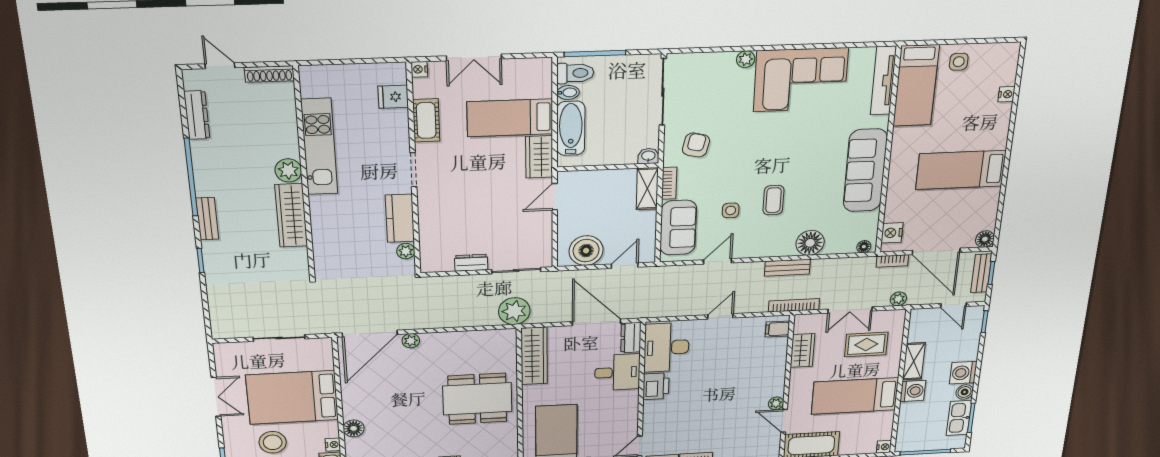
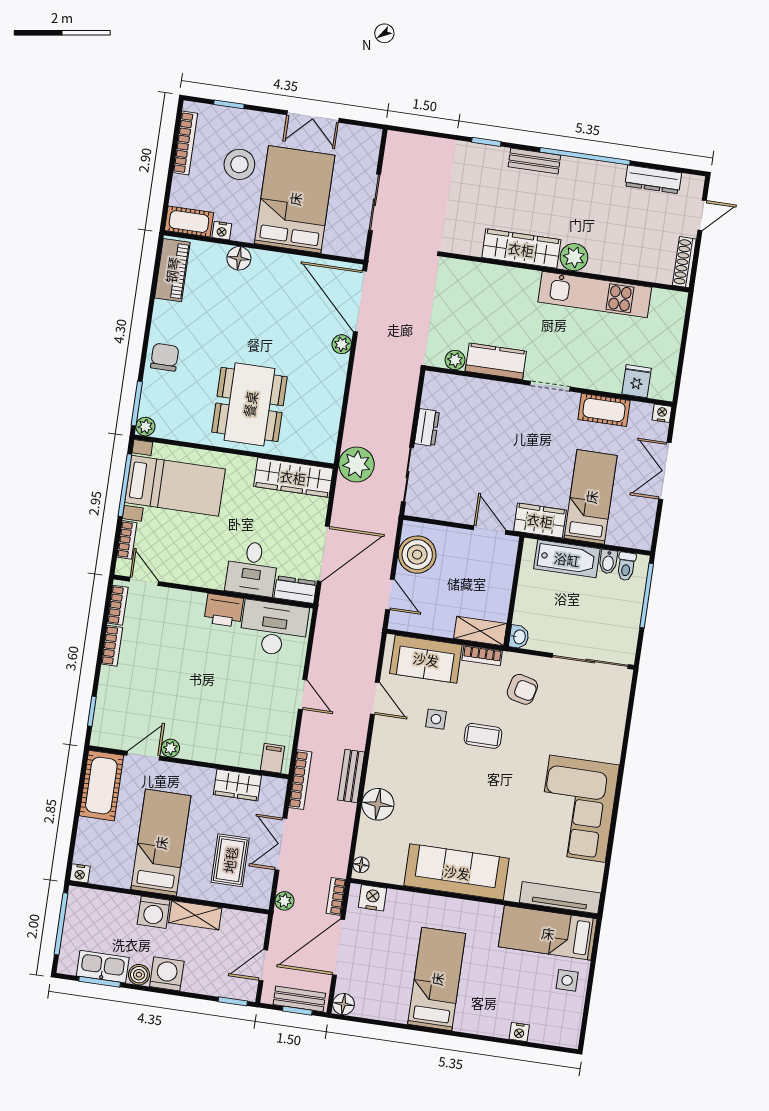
plant: (746, 59) -> (612, 752), removed
toilet: (575, 73) -> (626, 566), width x0.73, depth x0.72
coffee table: (773, 200) -> (483, 736), moved

